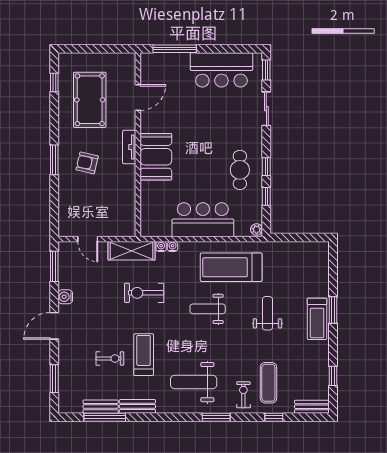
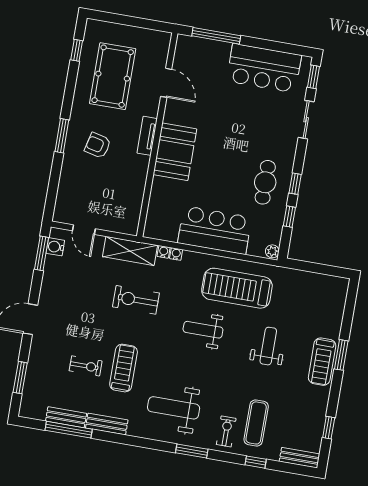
door: (138, 98) -> (166, 83), hinge flipped
water cooler: (65, 297) -> (55, 247), moved

